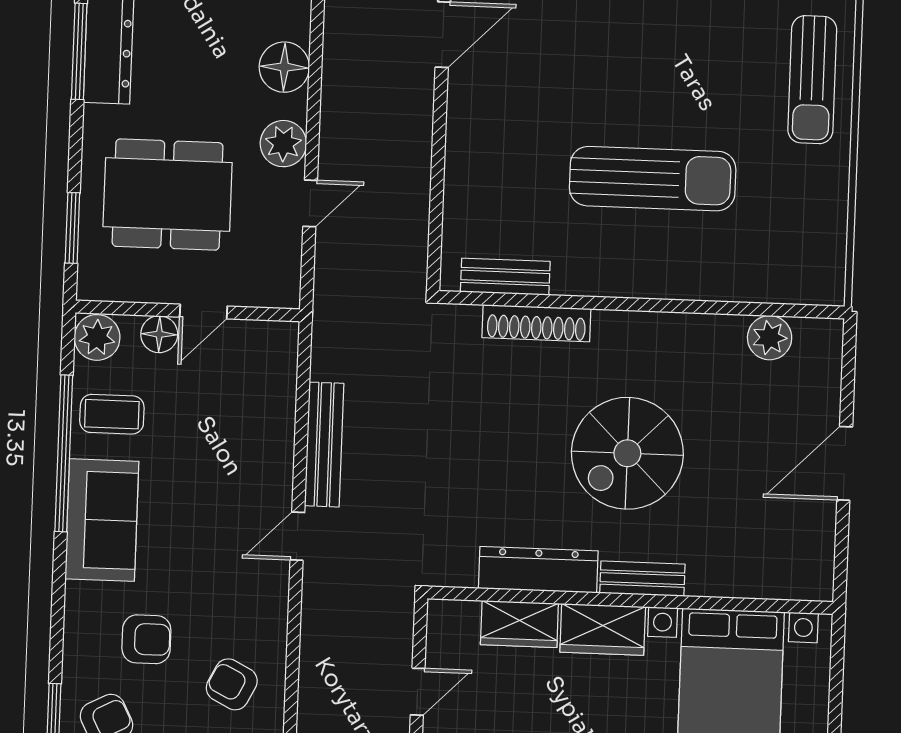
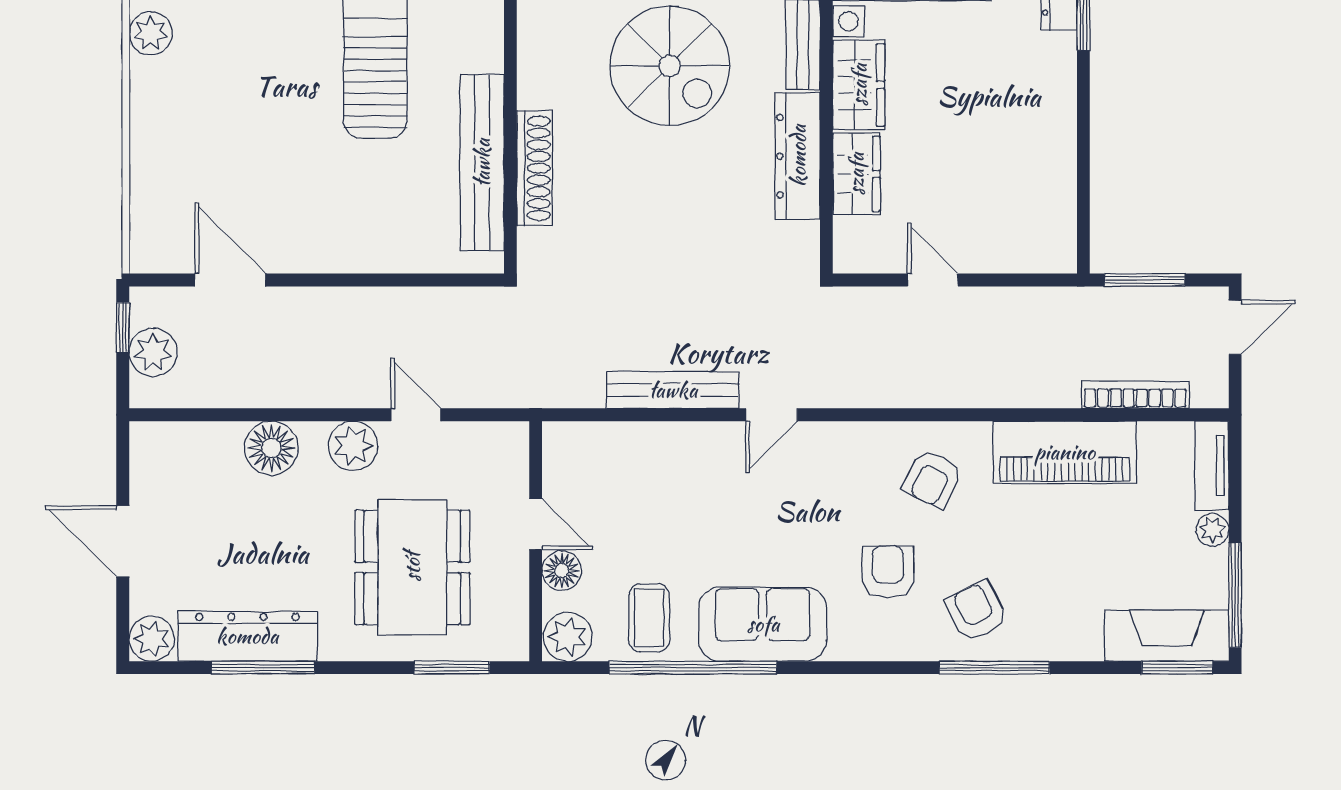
bench: (505, 277) -> (482, 163), width x1.86, depth x1.21
door: (297, 536) -> (772, 415), hinge flipped

